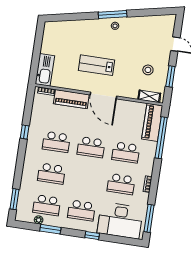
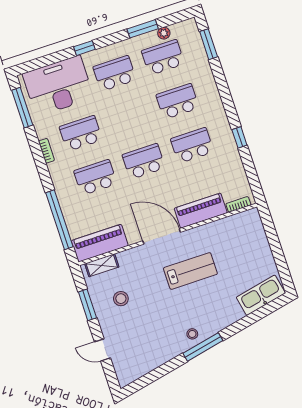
kitchen sink: (45, 70) -> (261, 295), moved, turned 78
piano: (152, 122) -> (100, 243), moved, turned -90

